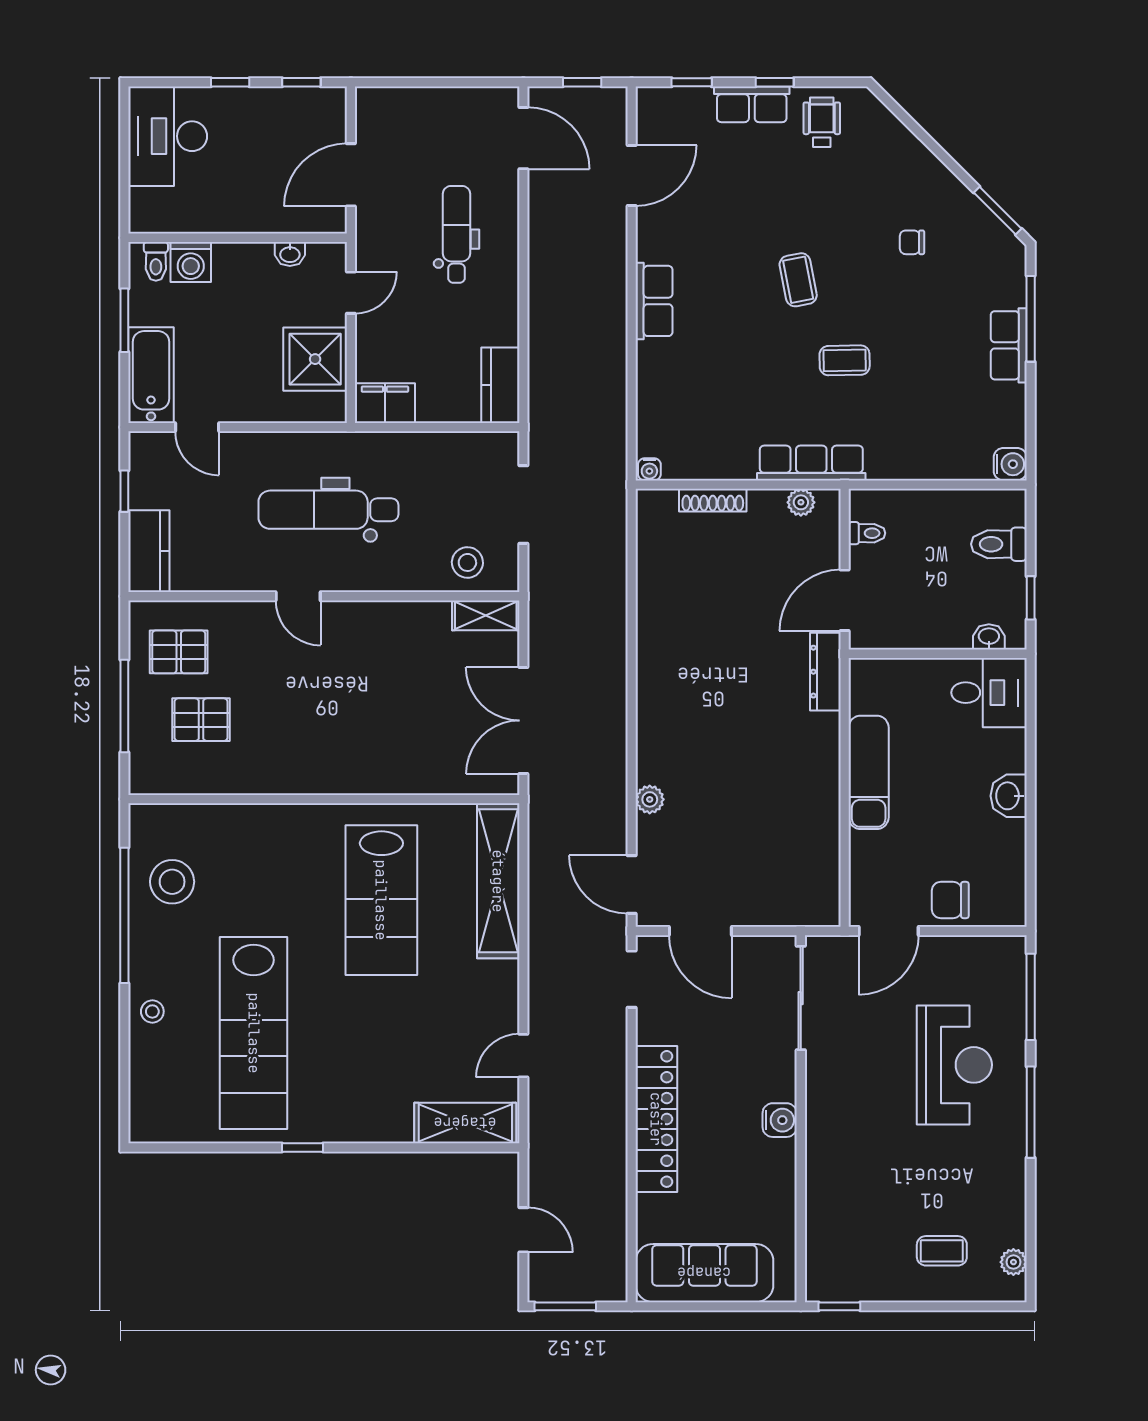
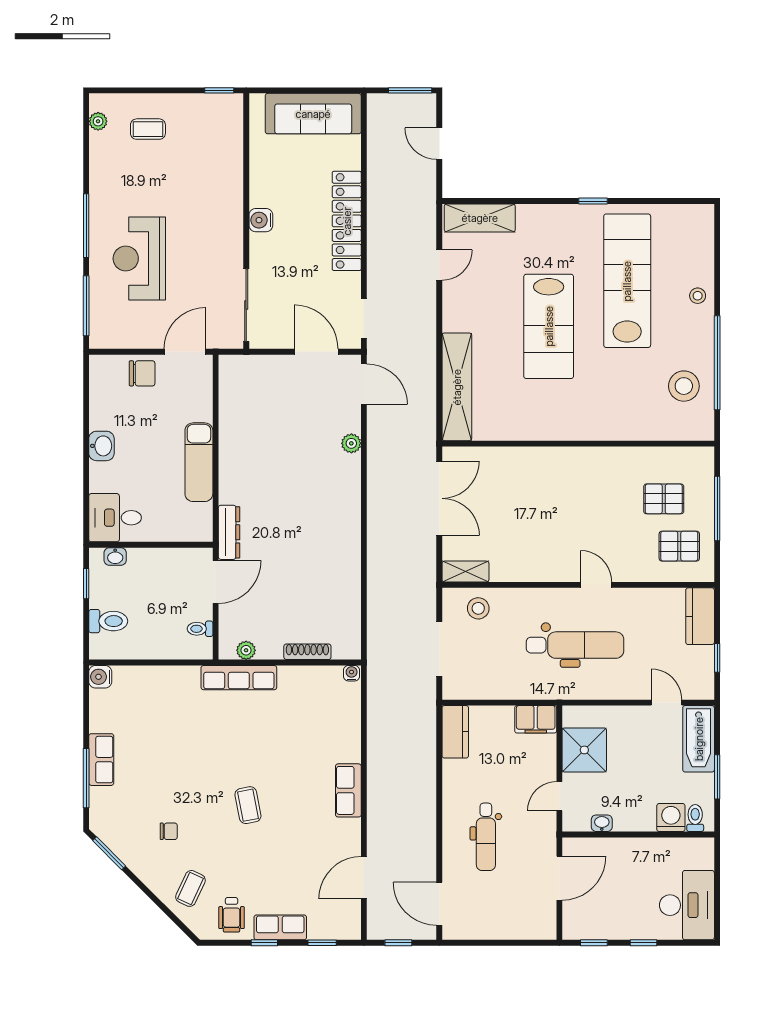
coffee table: (845, 360) -> (190, 888), moved, turned -64
lab bench: (381, 900) -> (549, 326), moved, turned 180

